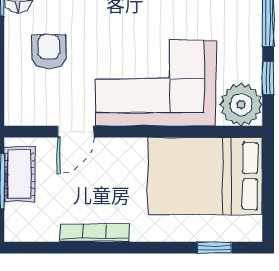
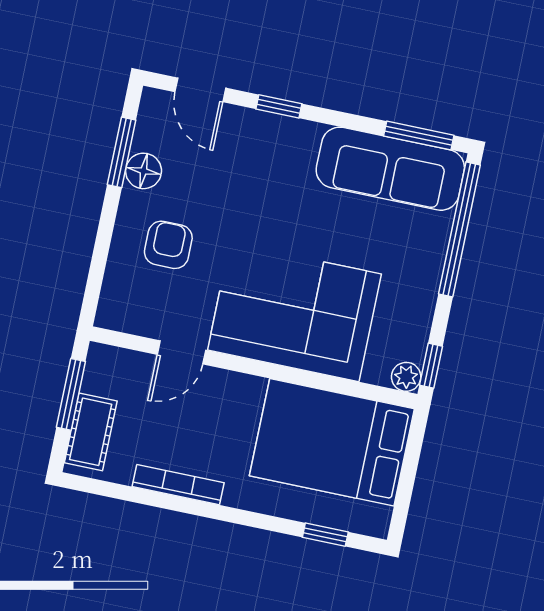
window: (268, 78) -> (431, 366), moved
plant: (241, 105) -> (406, 377), width x0.53, depth x0.53
cot: (19, 174) -> (91, 432), moved

